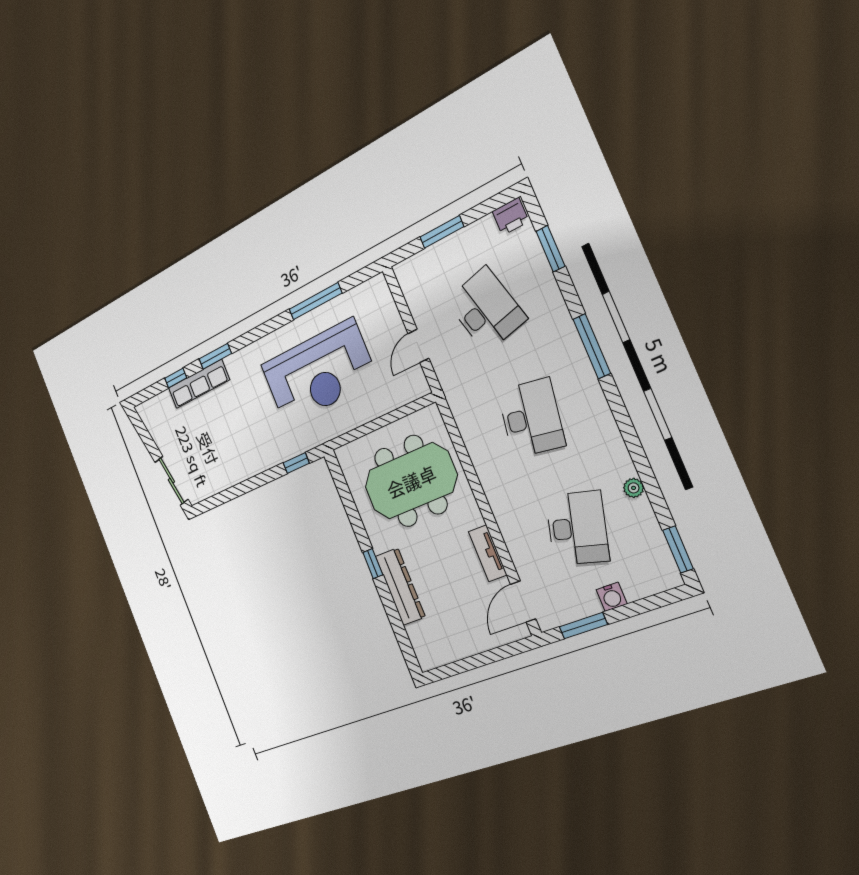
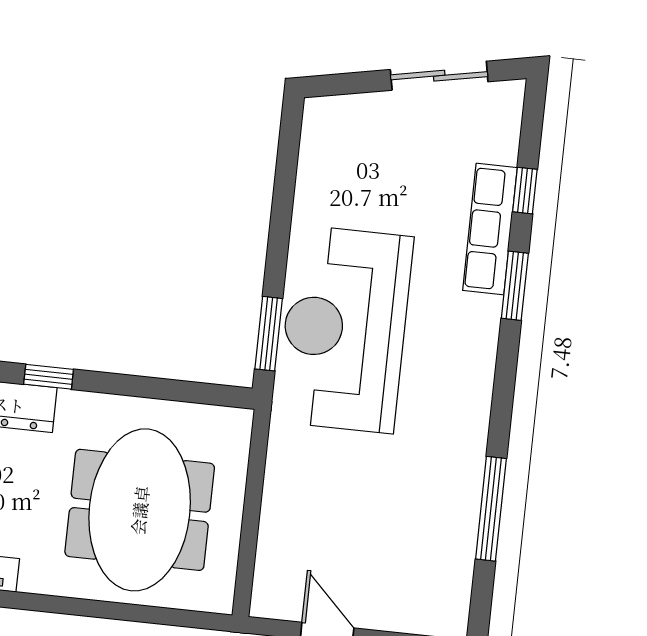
reception desk: (319, 373) -> (345, 329), moved
window: (296, 463) -> (269, 334), width x1.50
sliding door: (171, 481) -> (439, 76), moved

